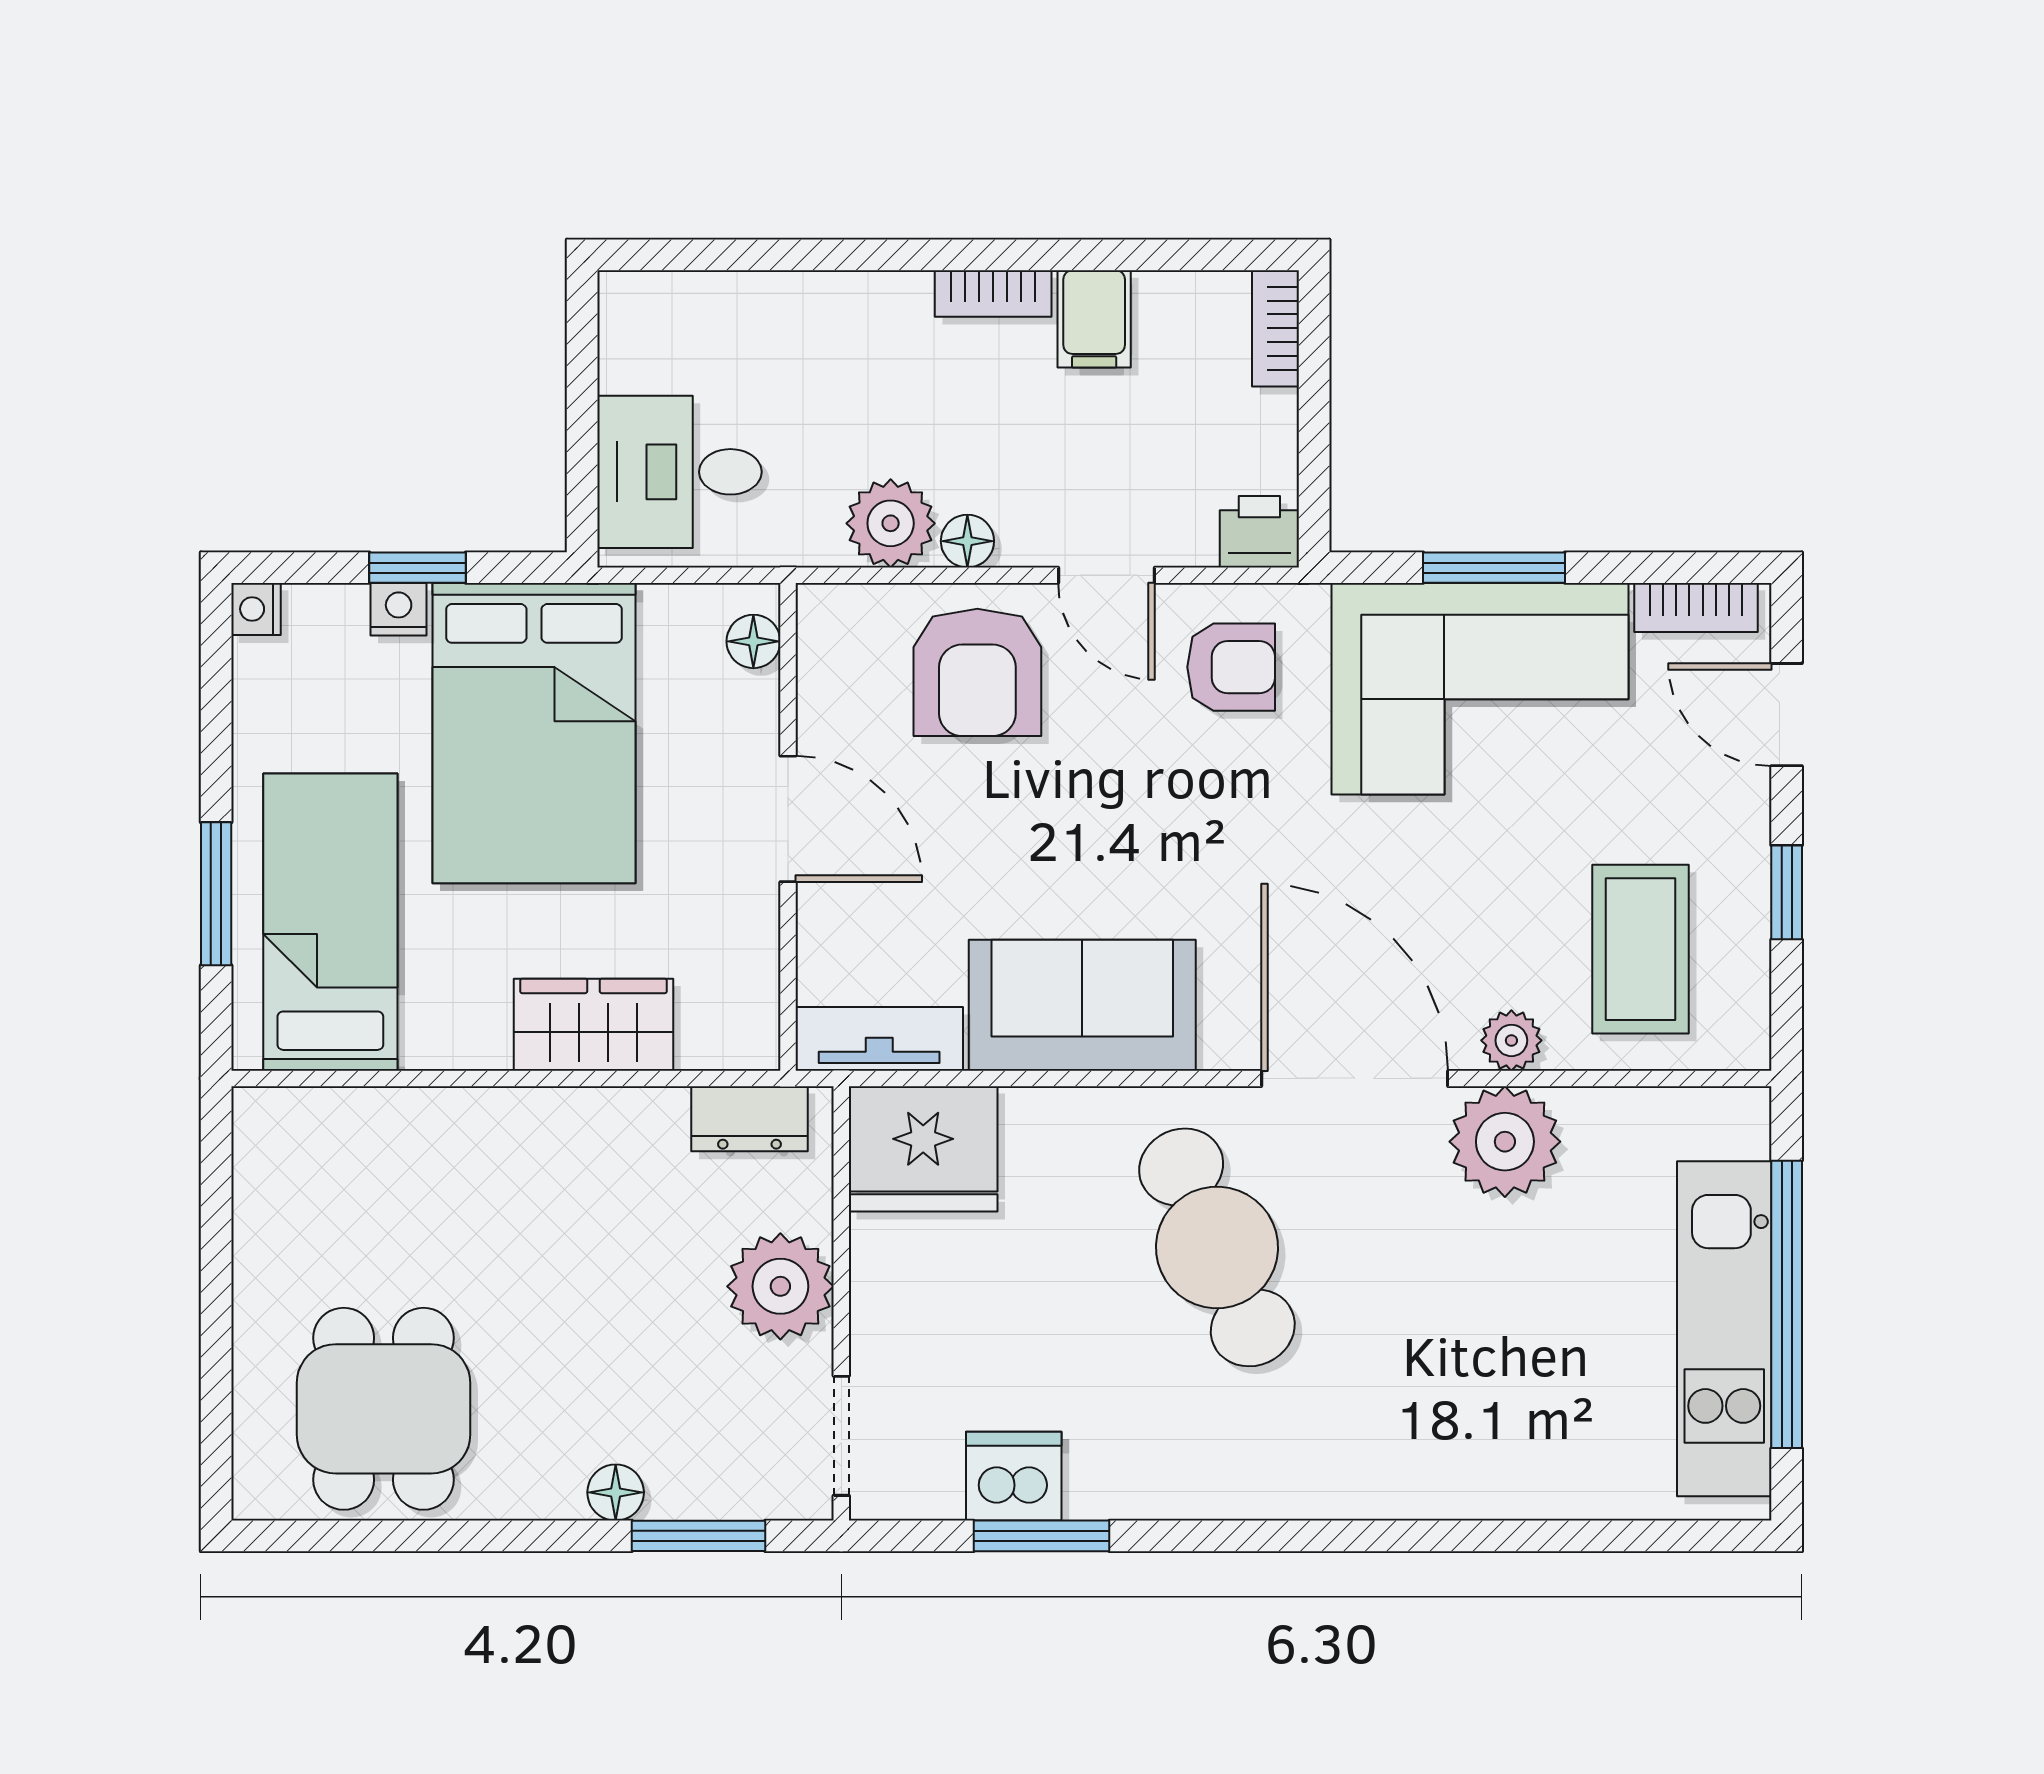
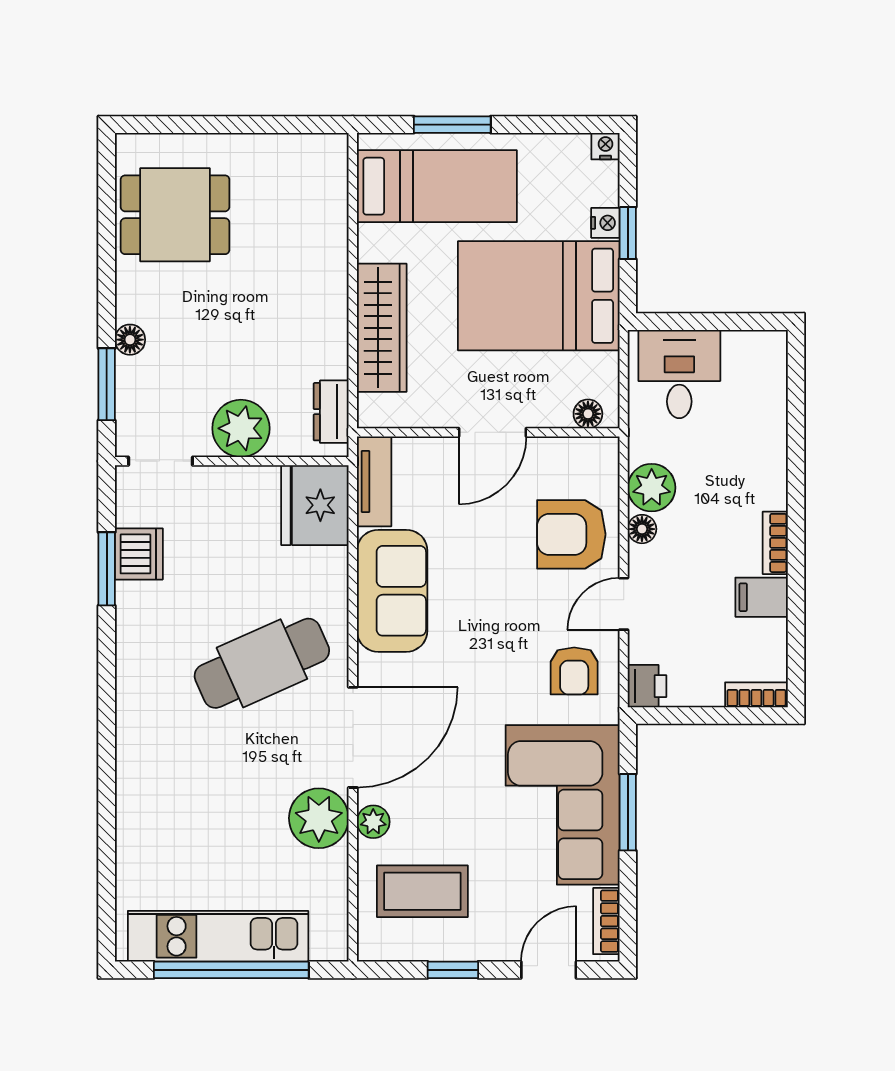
wardrobe: (593, 1025) -> (382, 328), width x1.50

